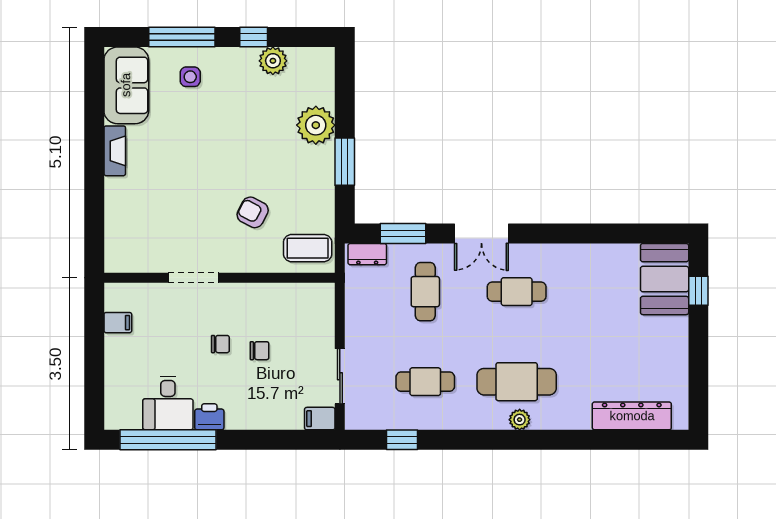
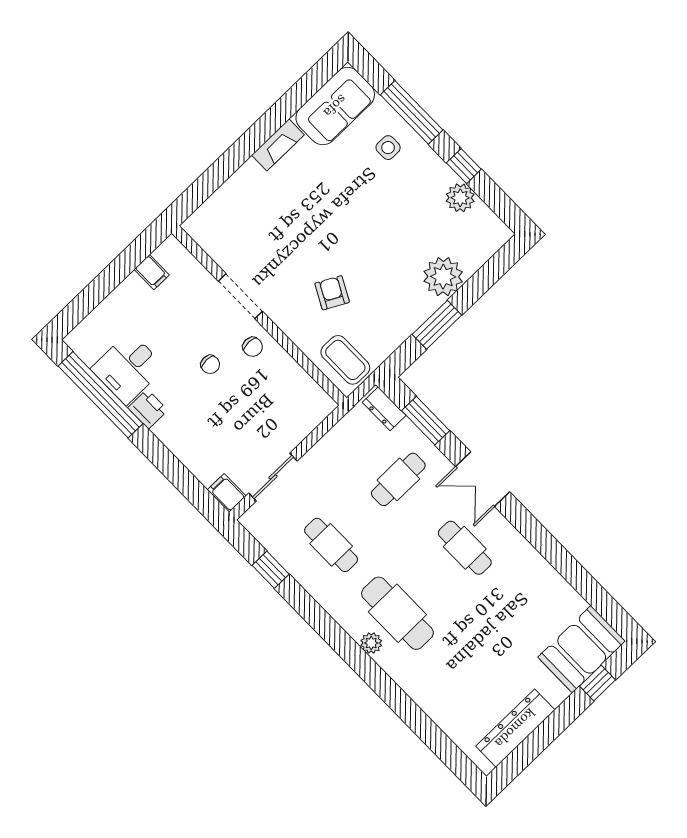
chair: (260, 351) -> (253, 347), moved
dresser: (632, 416) -> (515, 728), moved, turned -90

